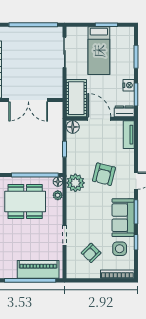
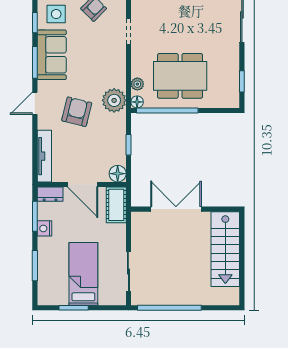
cot: (76, 98) -> (116, 205), width x0.73, depth x0.75
tv unit: (129, 135) -> (44, 156), width x1.41

